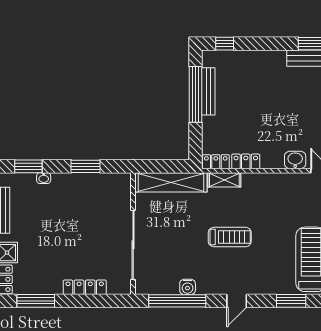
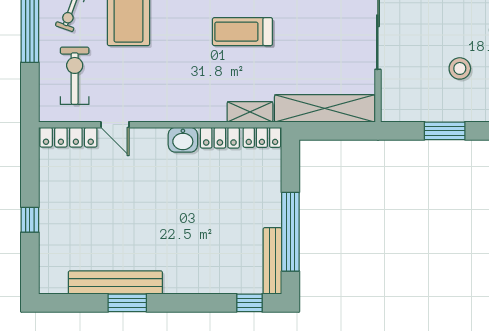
bench: (208, 91) -> (272, 261), moved
washbasin: (295, 160) -> (183, 140), moved
stool: (75, 211) -> (460, 68), added

